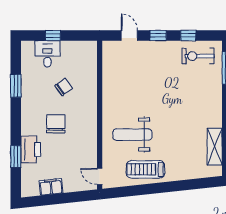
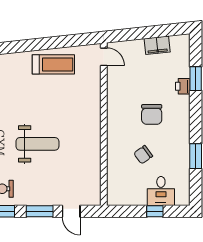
window: (158, 35) -> (40, 211), width x1.50
weight bench: (132, 134) -> (37, 144), moved
printer: (31, 149) -> (183, 86), width x0.53, depth x0.68

